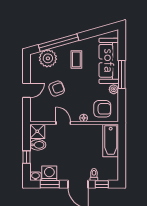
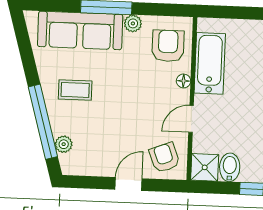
plant: (48, 58) -> (64, 144), width x0.53, depth x0.53
armchair: (57, 89) -> (164, 158), moved
door: (27, 90) -> (128, 184), hinge flipped
bathtub: (111, 140) -> (210, 63), moved, turned -90

